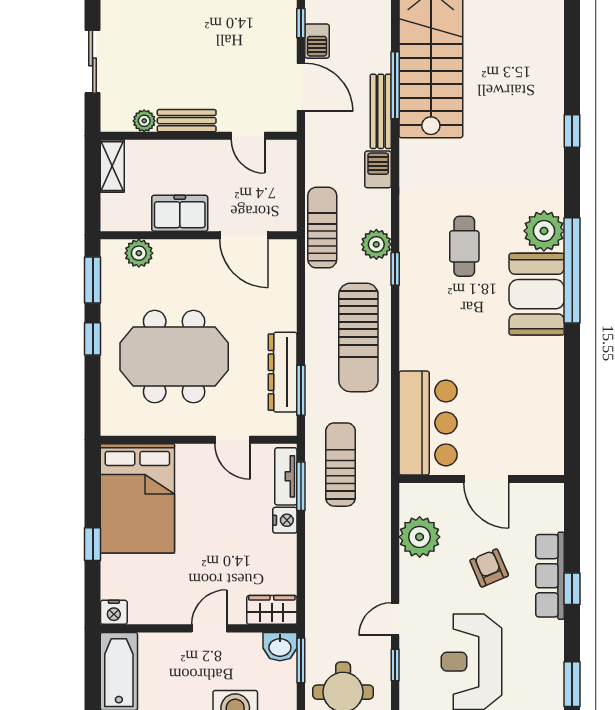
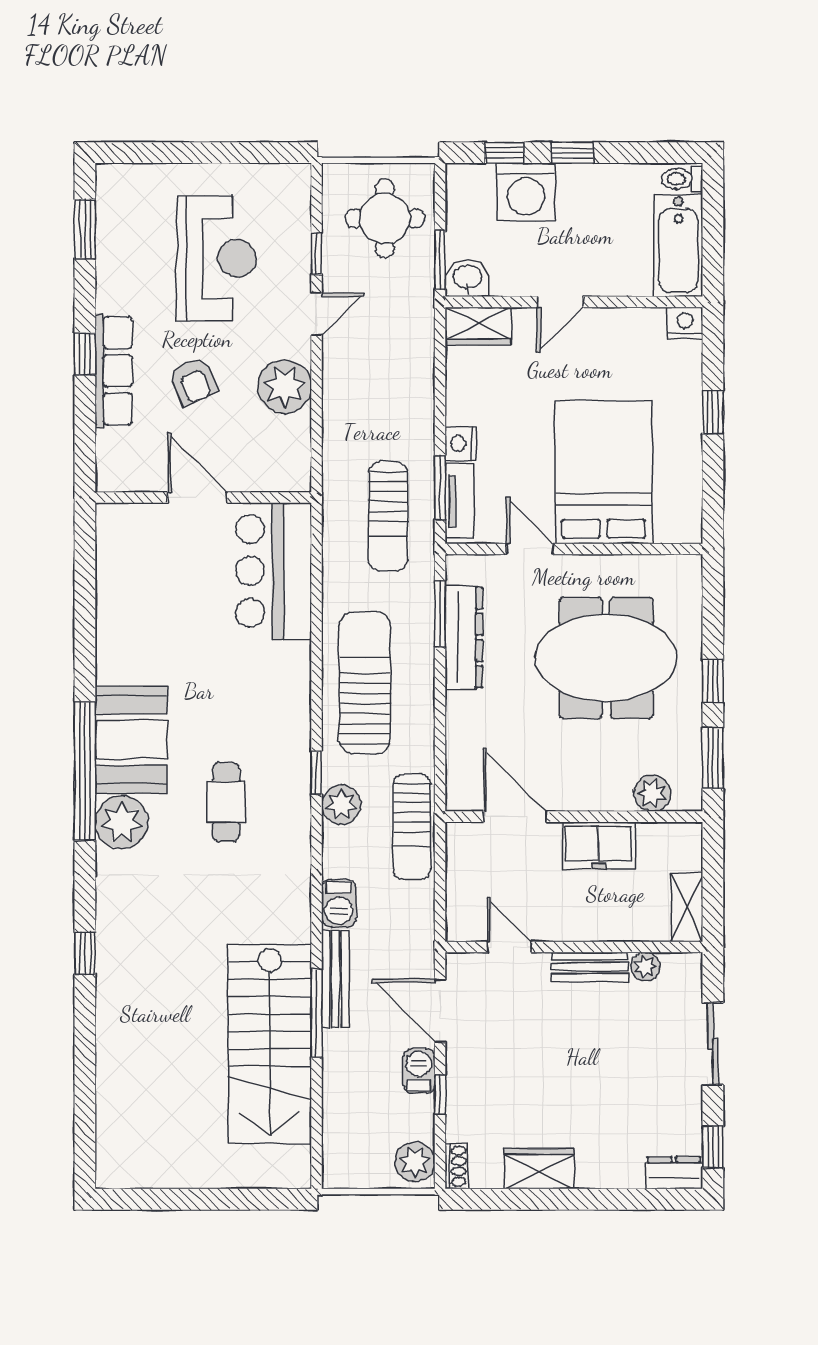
bed: (137, 498) -> (604, 472), moved
plant: (420, 537) -> (285, 387), moved

